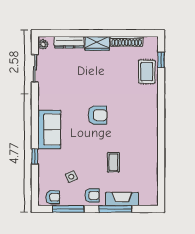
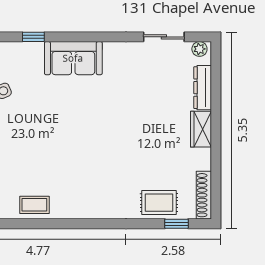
shoe rack: (126, 41) -> (204, 195), moved
armchair: (98, 115) -> (95, 130), removed
coffee table: (113, 162) -> (34, 205), moved

